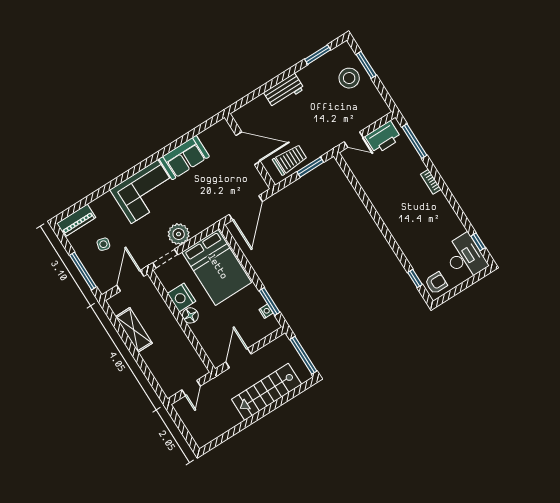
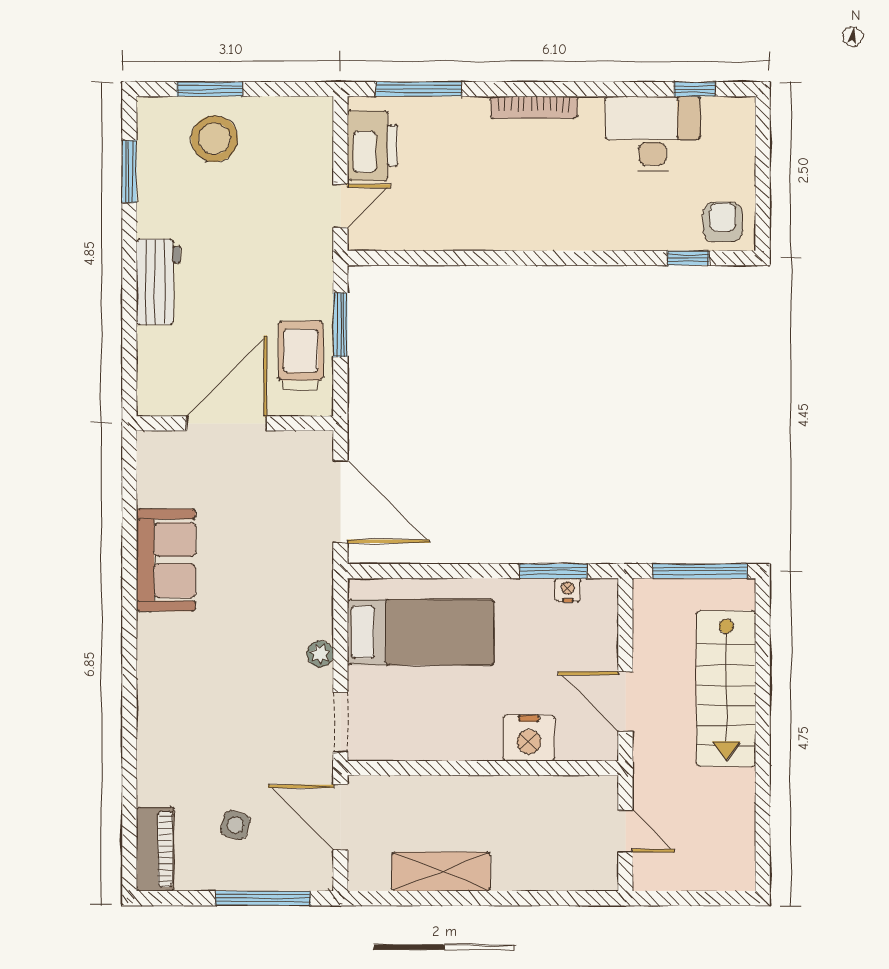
bookcase: (431, 182) -> (534, 107), width x1.56
corner sofa: (144, 192) -> (183, 680), removed
plant: (179, 234) -> (320, 654), width x0.53, depth x0.53
desk: (465, 257) -> (653, 133), moved
bed: (217, 267) -> (421, 632), width x0.67
nightstand: (182, 297) -> (529, 738), moved
floor lamp: (190, 315) -> (483, 743), removed

